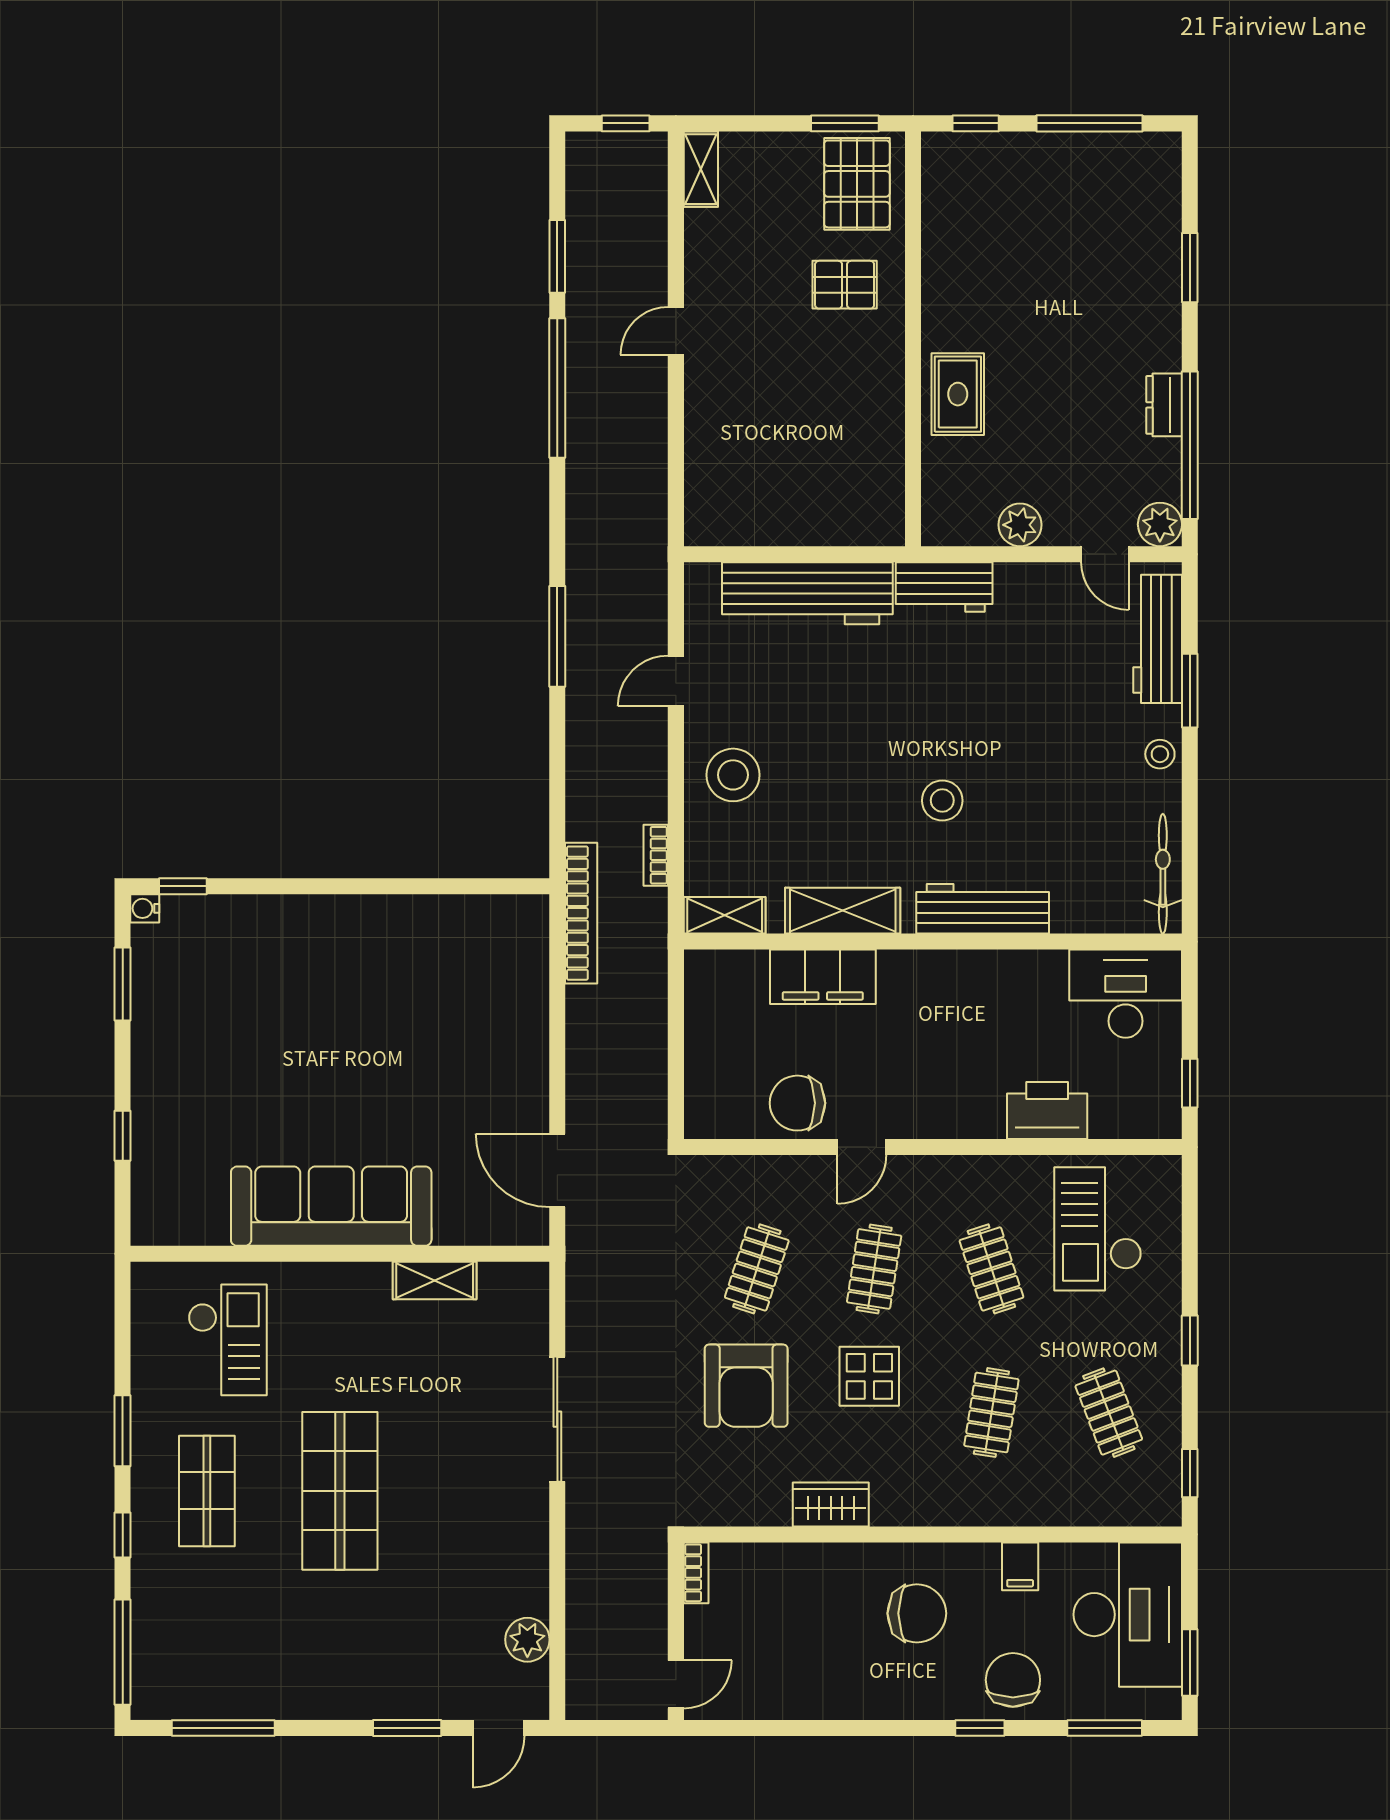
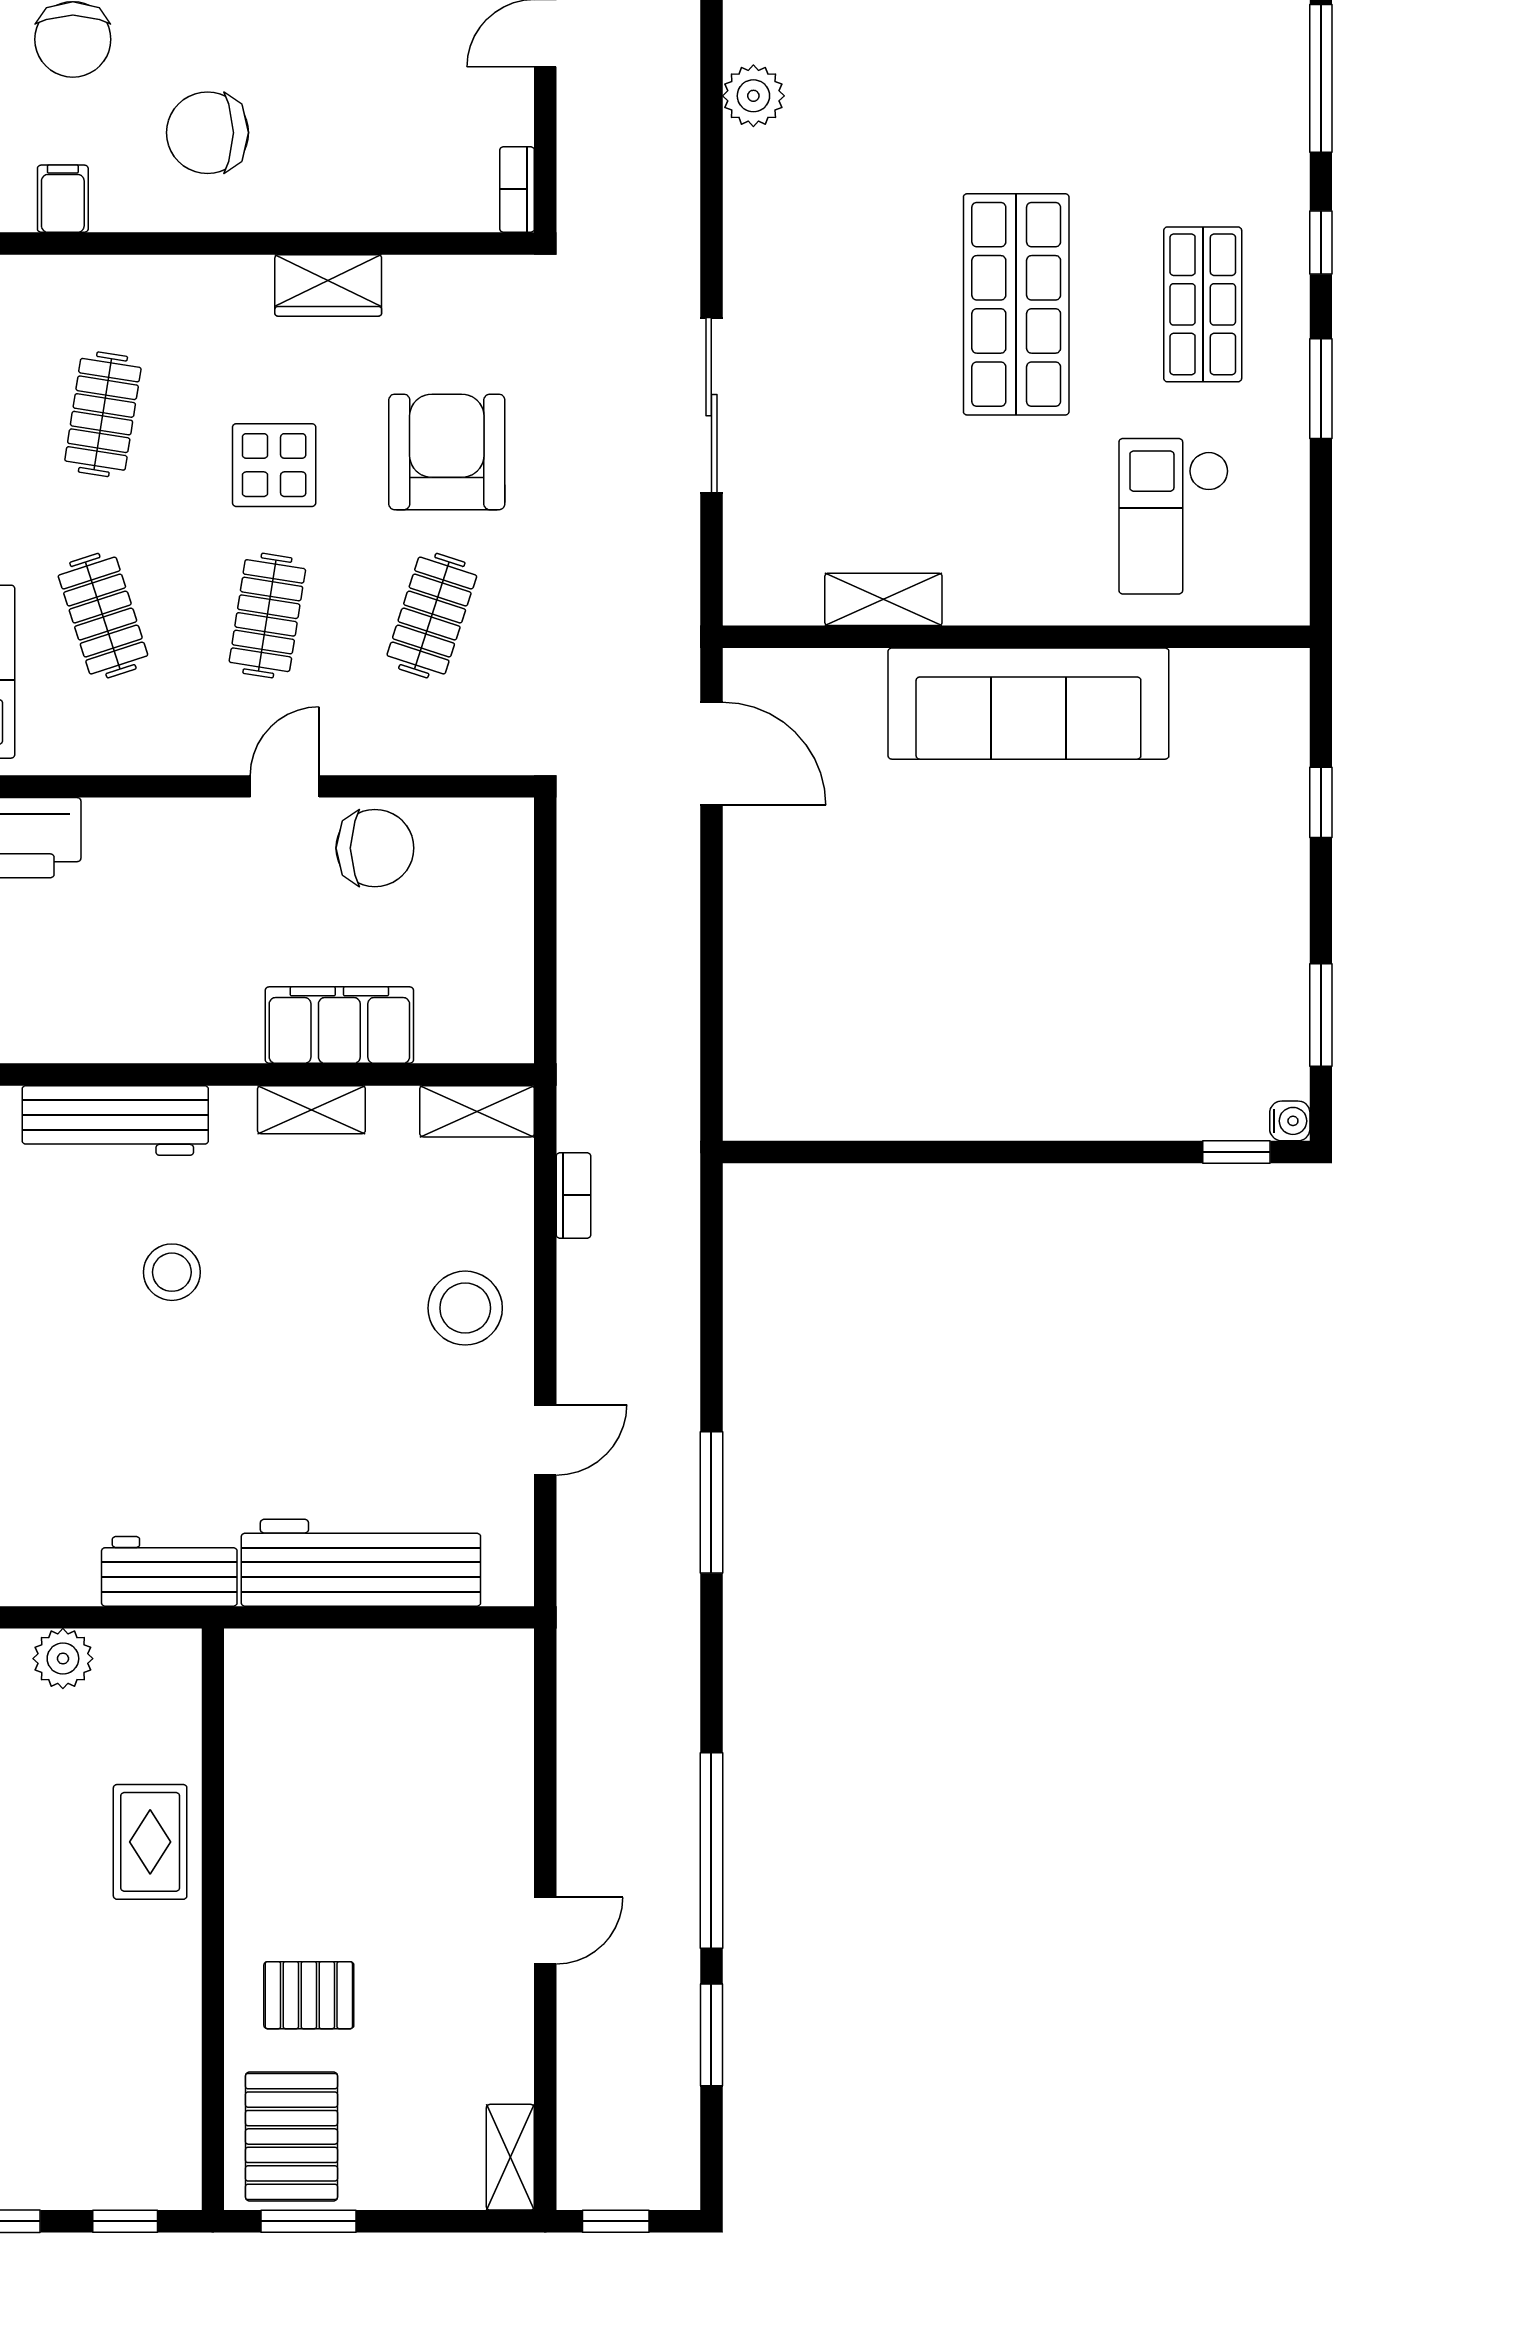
shelving: (843, 911) -> (311, 1110), width x0.67, depth x0.75
bookcase: (581, 913) -> (678, 1114), removed

